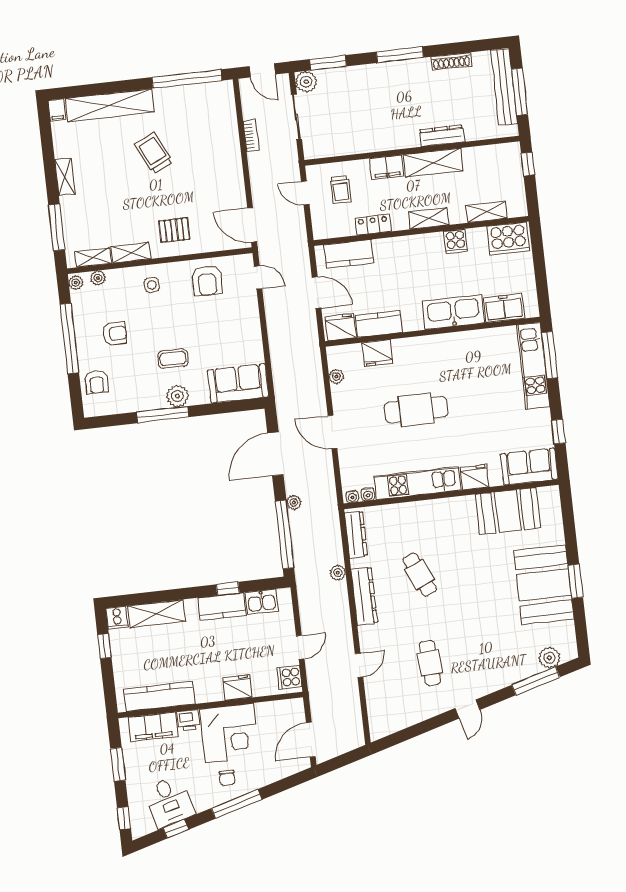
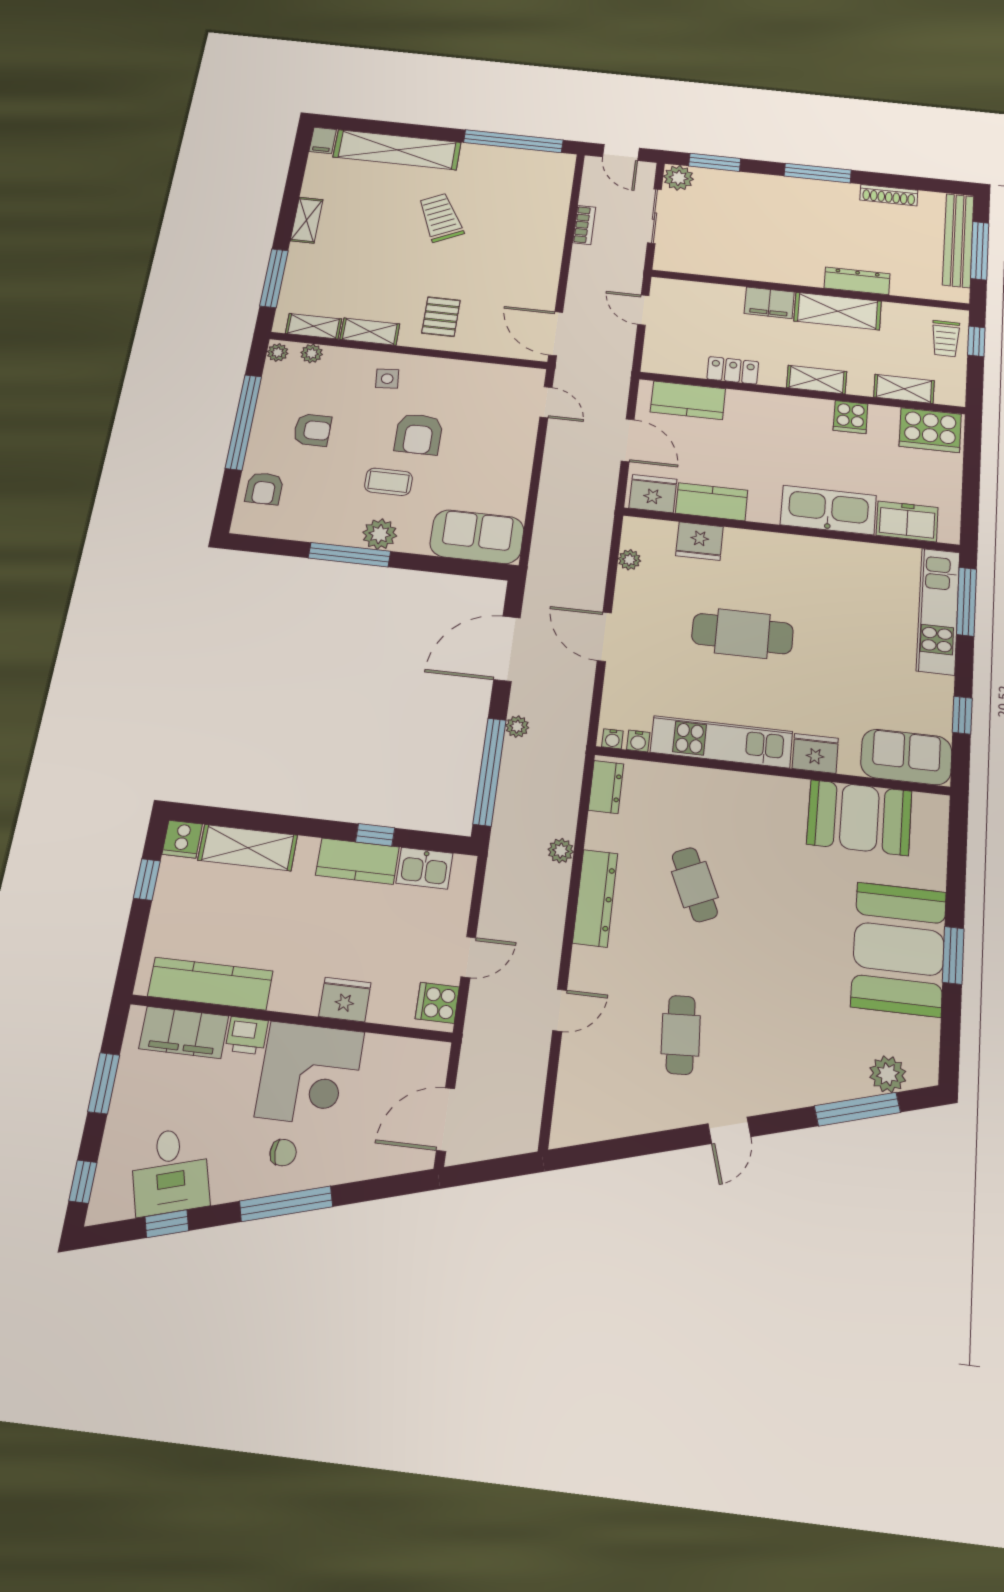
trolley: (341, 190) -> (946, 339), moved
pallet: (174, 230) -> (441, 317), turned 90
armchair: (207, 280) -> (419, 434), moved
dresser: (356, 535) -> (606, 787), width x0.70
chair: (227, 778) -> (283, 1153), turned -90

